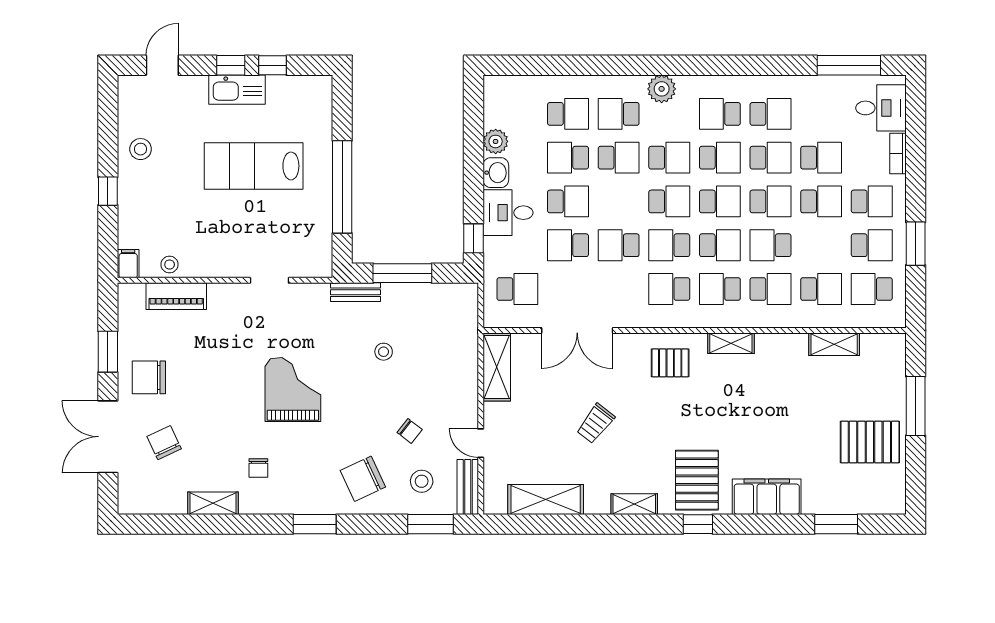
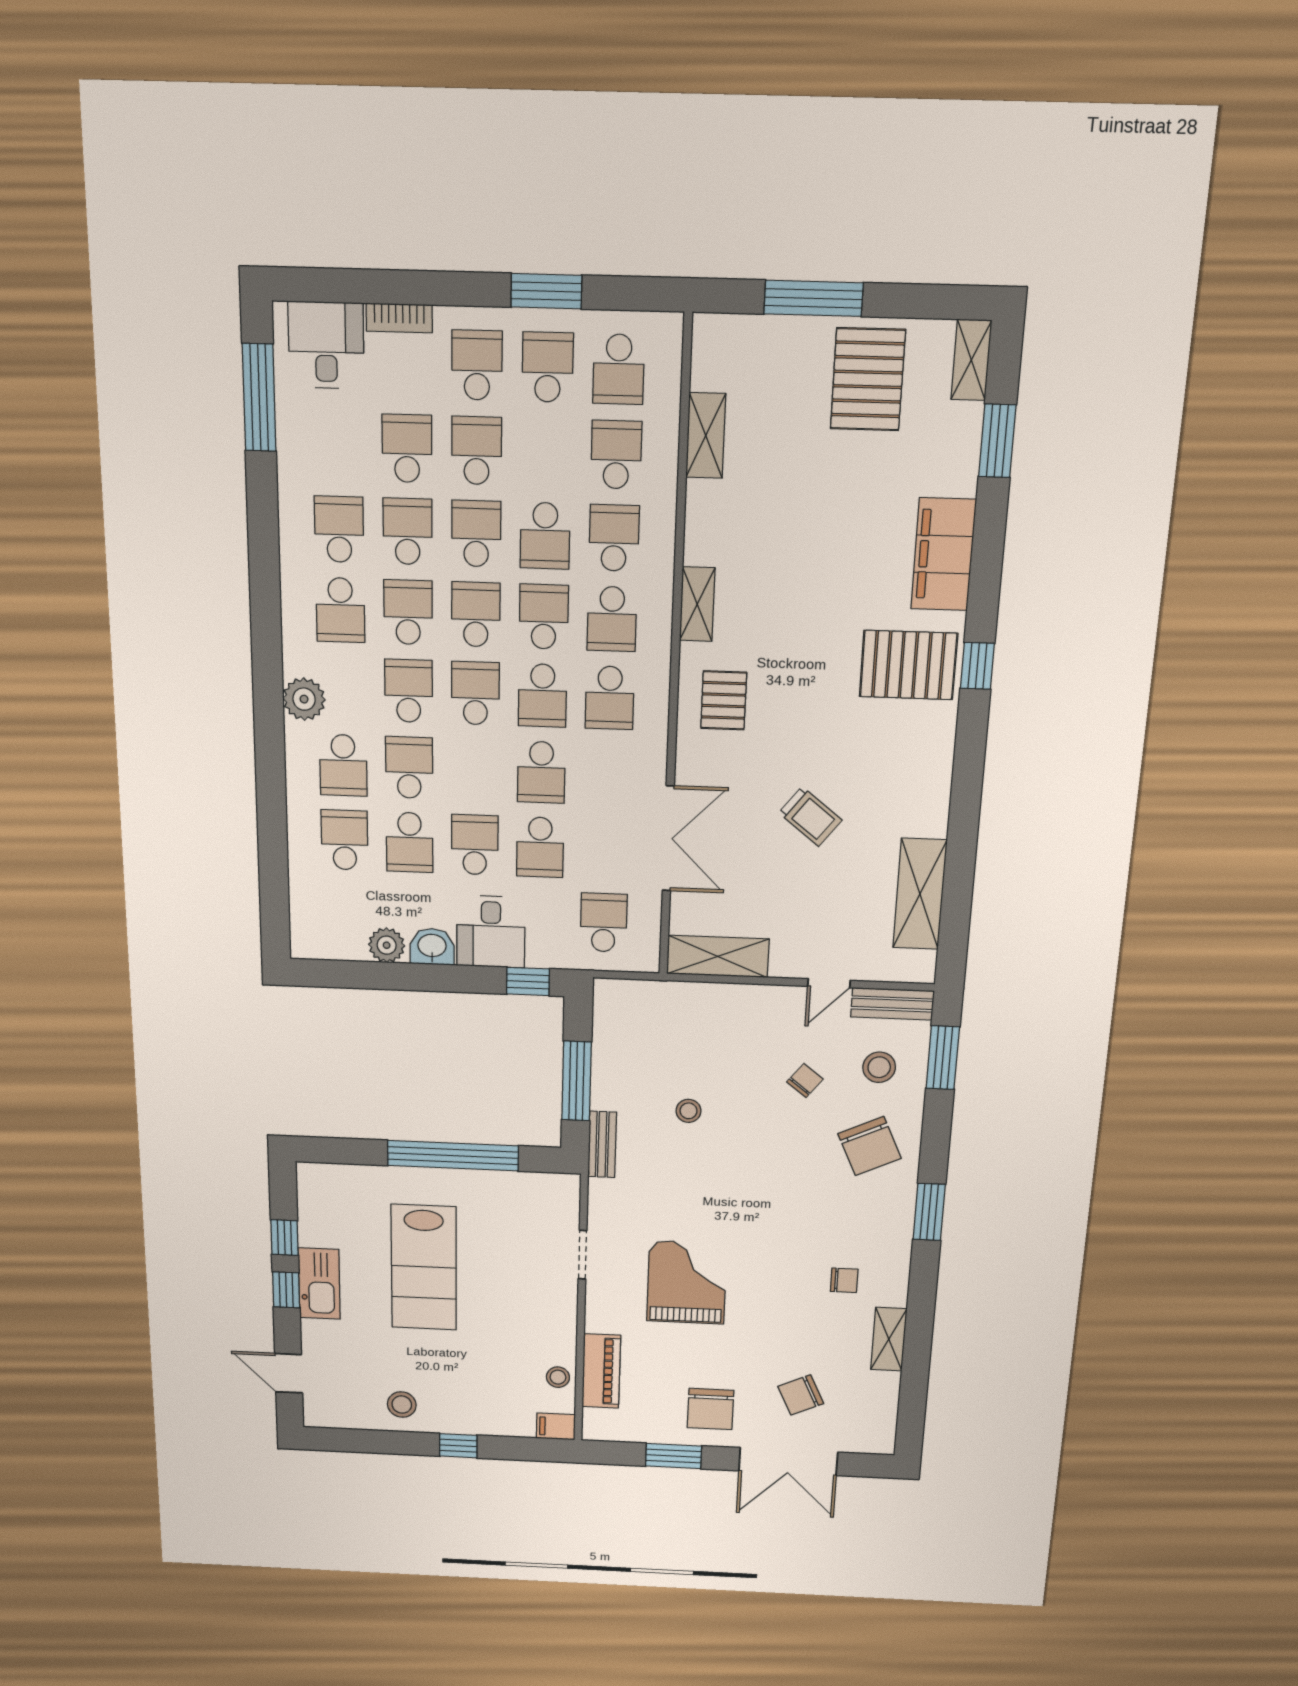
grand piano: (293, 389) -> (687, 1282), moved, turned 90
shelving: (634, 504) -> (971, 360), moved

